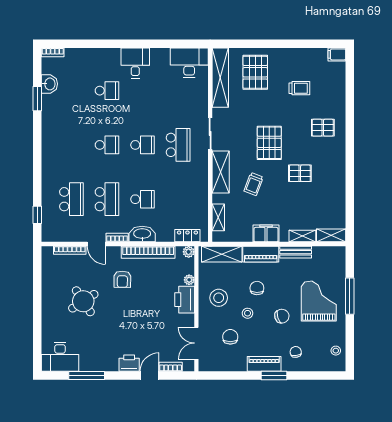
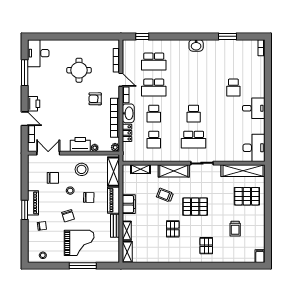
washbasin: (49, 84) -> (196, 45), moved
school desk: (107, 145) -> (154, 140), moved
locker: (187, 236) -> (127, 133), moved
door: (96, 244) -> (121, 80), swing flipped
round table: (83, 301) -> (79, 70), turned 33

